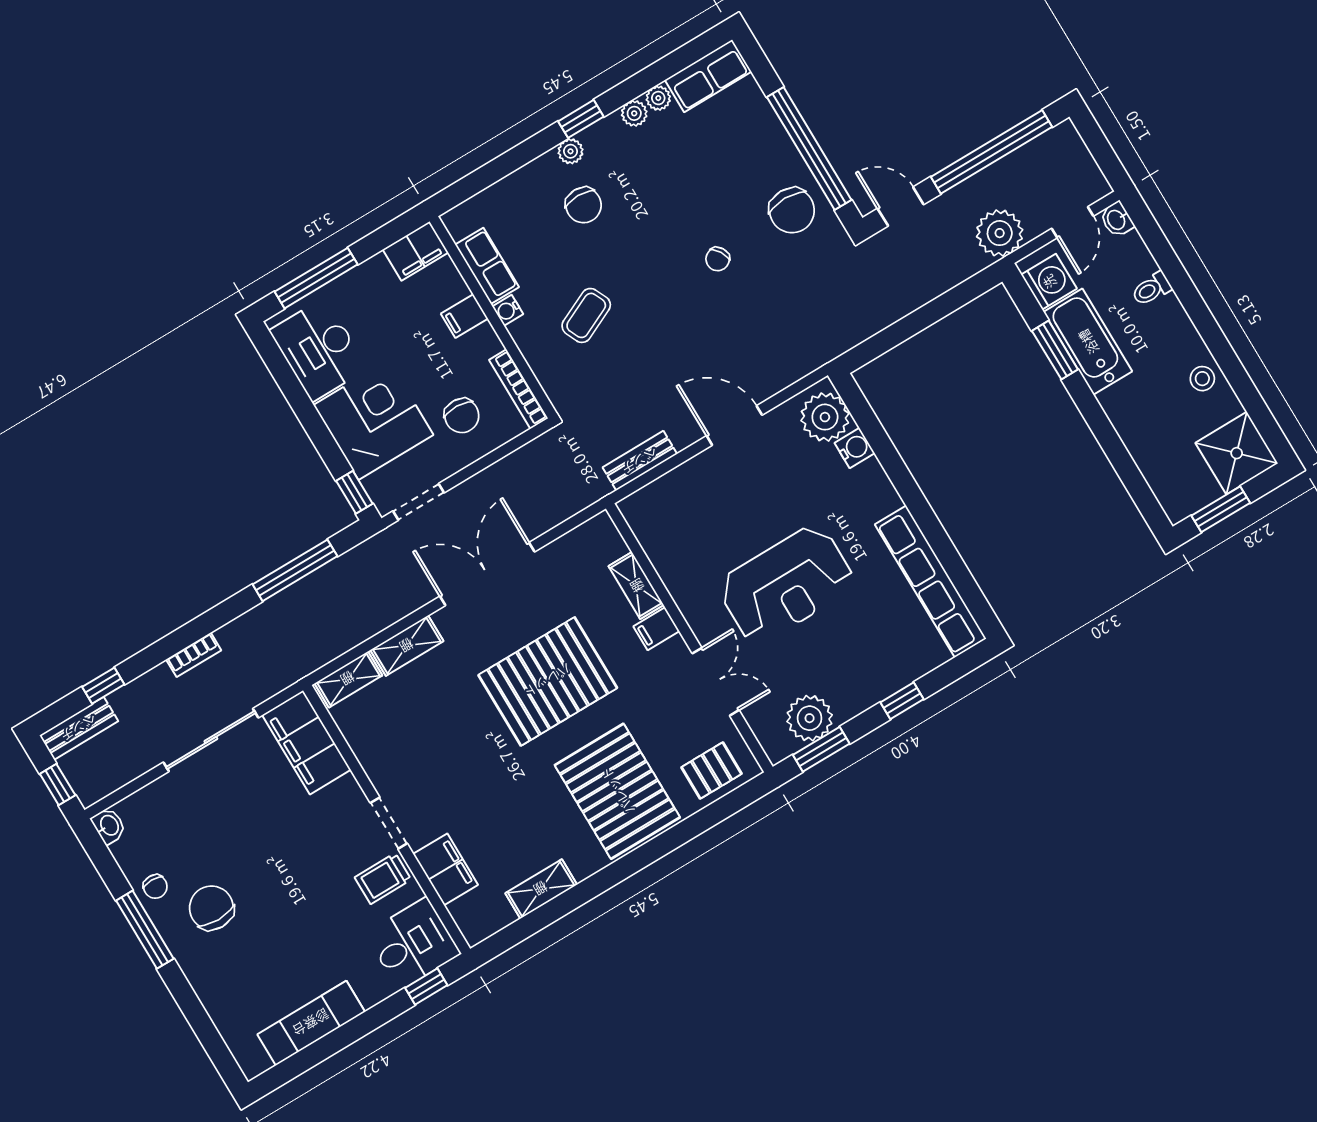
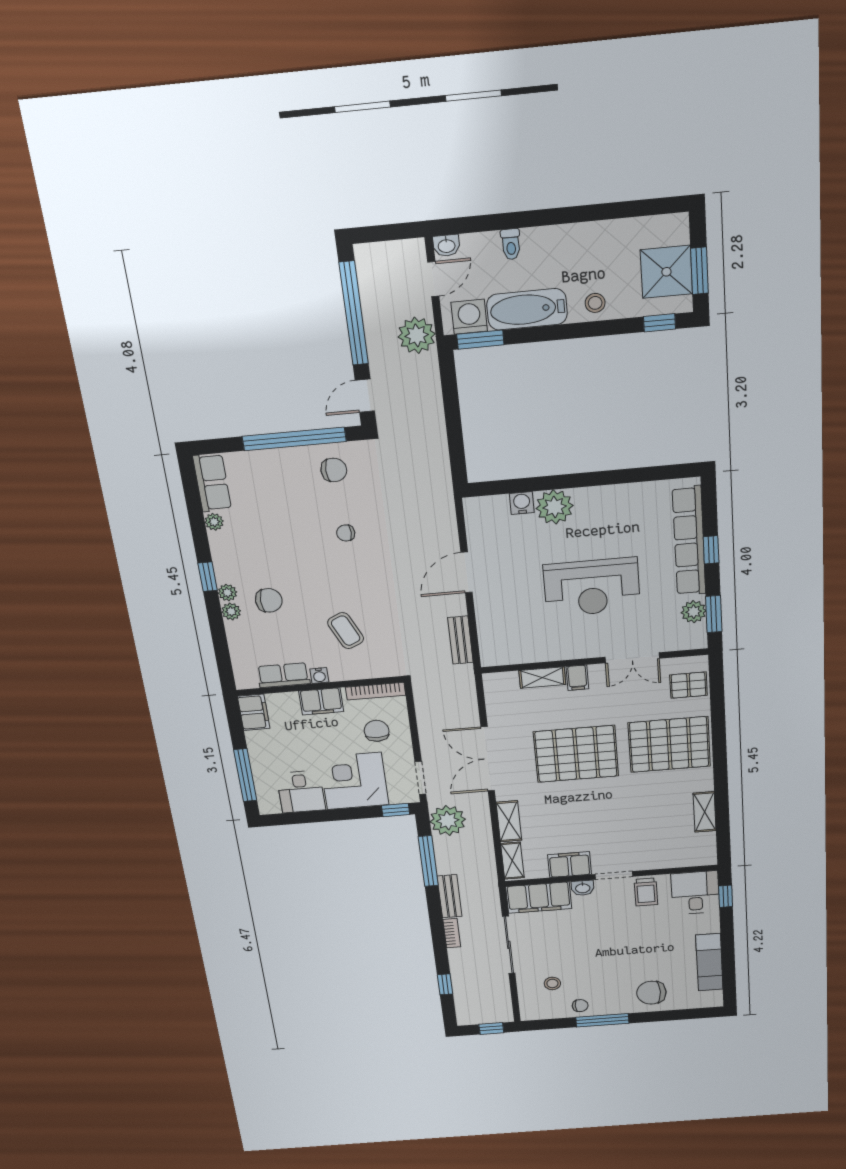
plant: (634, 113) -> (231, 611), moved
chair: (792, 210) -> (334, 470), width x0.73, depth x0.73
door: (1073, 222) -> (433, 279), hinge flipped
chair: (718, 259) -> (346, 533), turned 121
filing cabinet: (464, 316) -> (321, 701), width x2.00
desk: (319, 349) -> (301, 792), width x0.73
window: (1055, 350) -> (480, 340), moved
stool: (1202, 379) -> (595, 303), moved
chair: (462, 416) -> (377, 731), turned -92
plant: (825, 417) -> (555, 507), moved
shower: (1237, 453) -> (666, 272), moved
window: (1143, 496) -> (660, 323), added
plant: (370, 567) -> (448, 821), added
row of seats: (931, 581) -> (689, 541), moved, turned 90
reception desk: (786, 584) -> (592, 587), turned 90
pallet: (548, 681) -> (576, 754), turned 90
double door: (716, 682) -> (632, 658), swing flipped
plant: (810, 718) -> (694, 612), width x0.73, depth x0.73
bench: (79, 728) -> (450, 896), moved
pallet: (712, 770) -> (688, 685), turned 90
washbasin: (109, 826) -> (583, 888), moved, turned 180
stool: (175, 830) -> (552, 983), added
filing cabinet: (446, 869) -> (570, 865), moved
chair: (211, 908) -> (651, 993), moved

